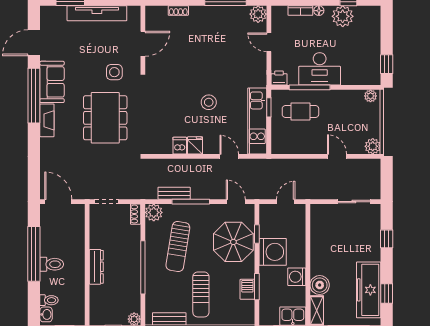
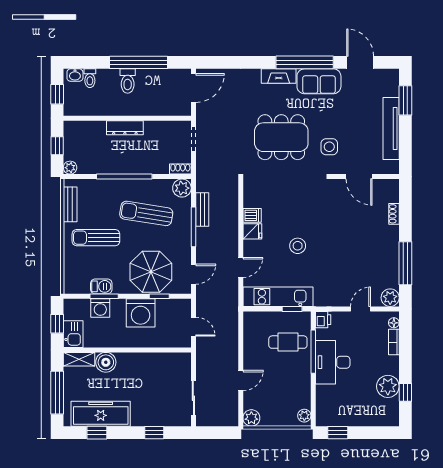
floor lamp: (319, 11) -> (394, 323), moved
cafe table: (300, 111) -> (288, 342), turned 90
washing machine: (297, 277) -> (100, 308), moved, turned 180

